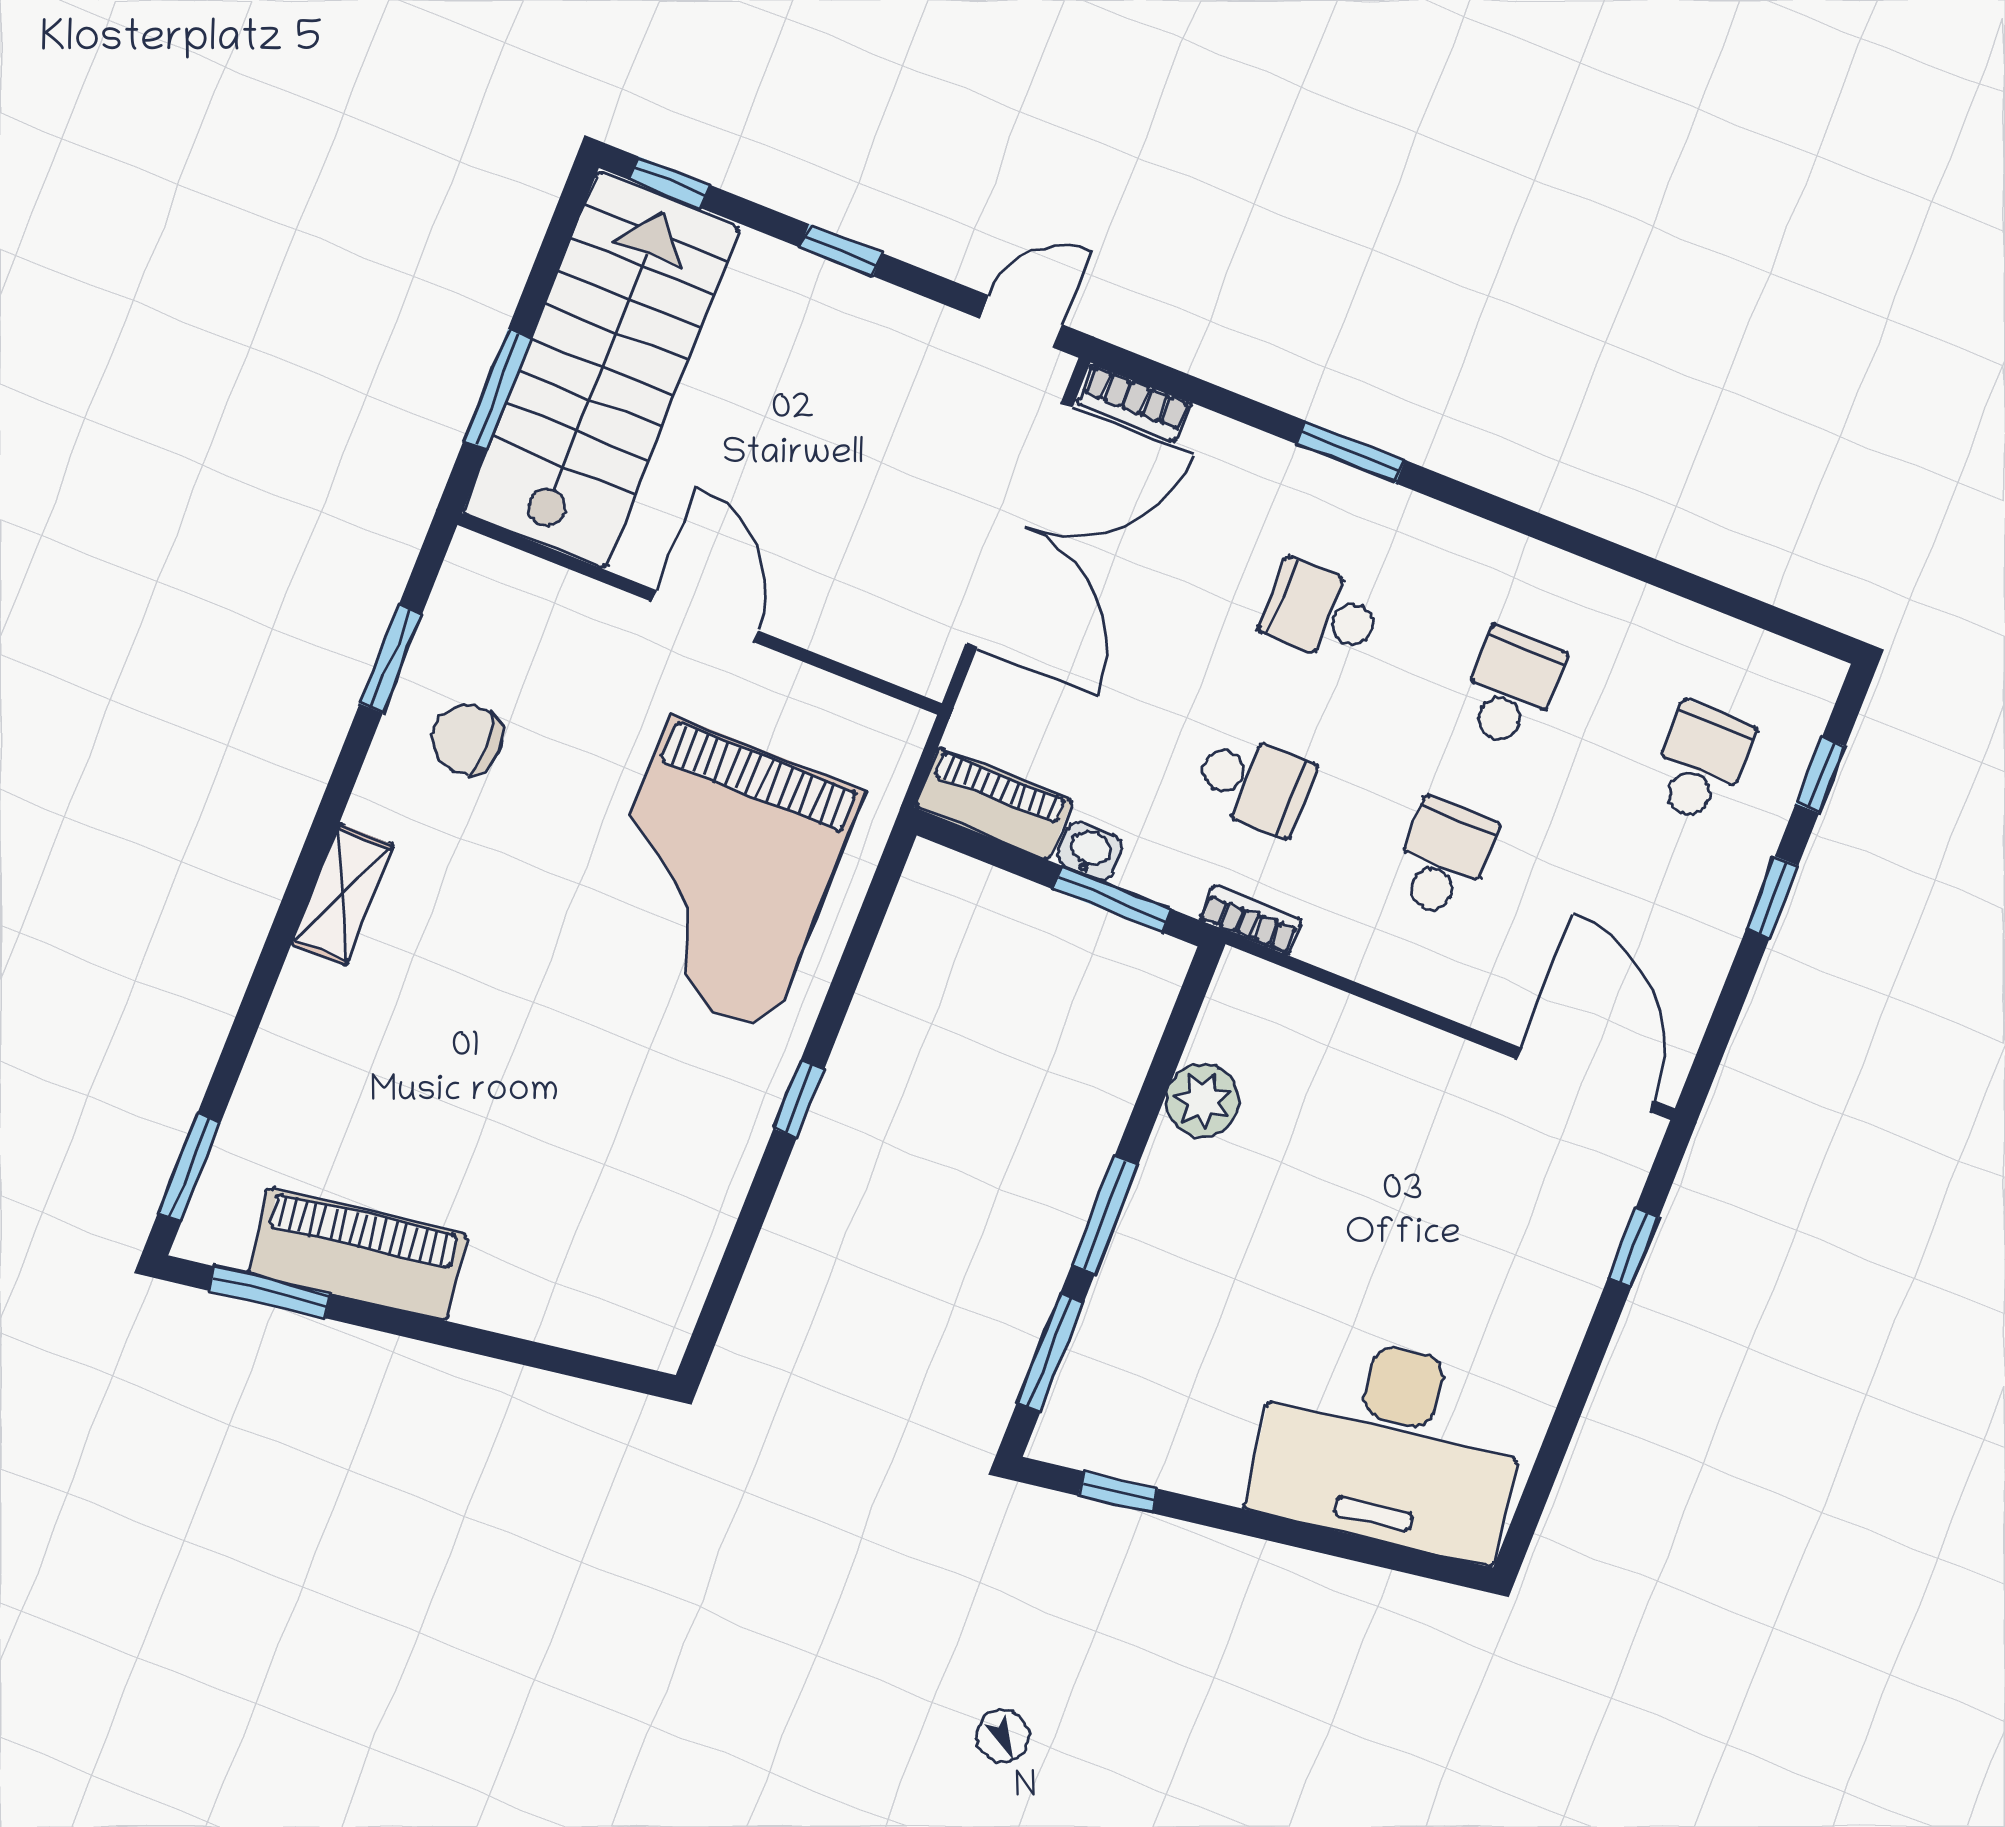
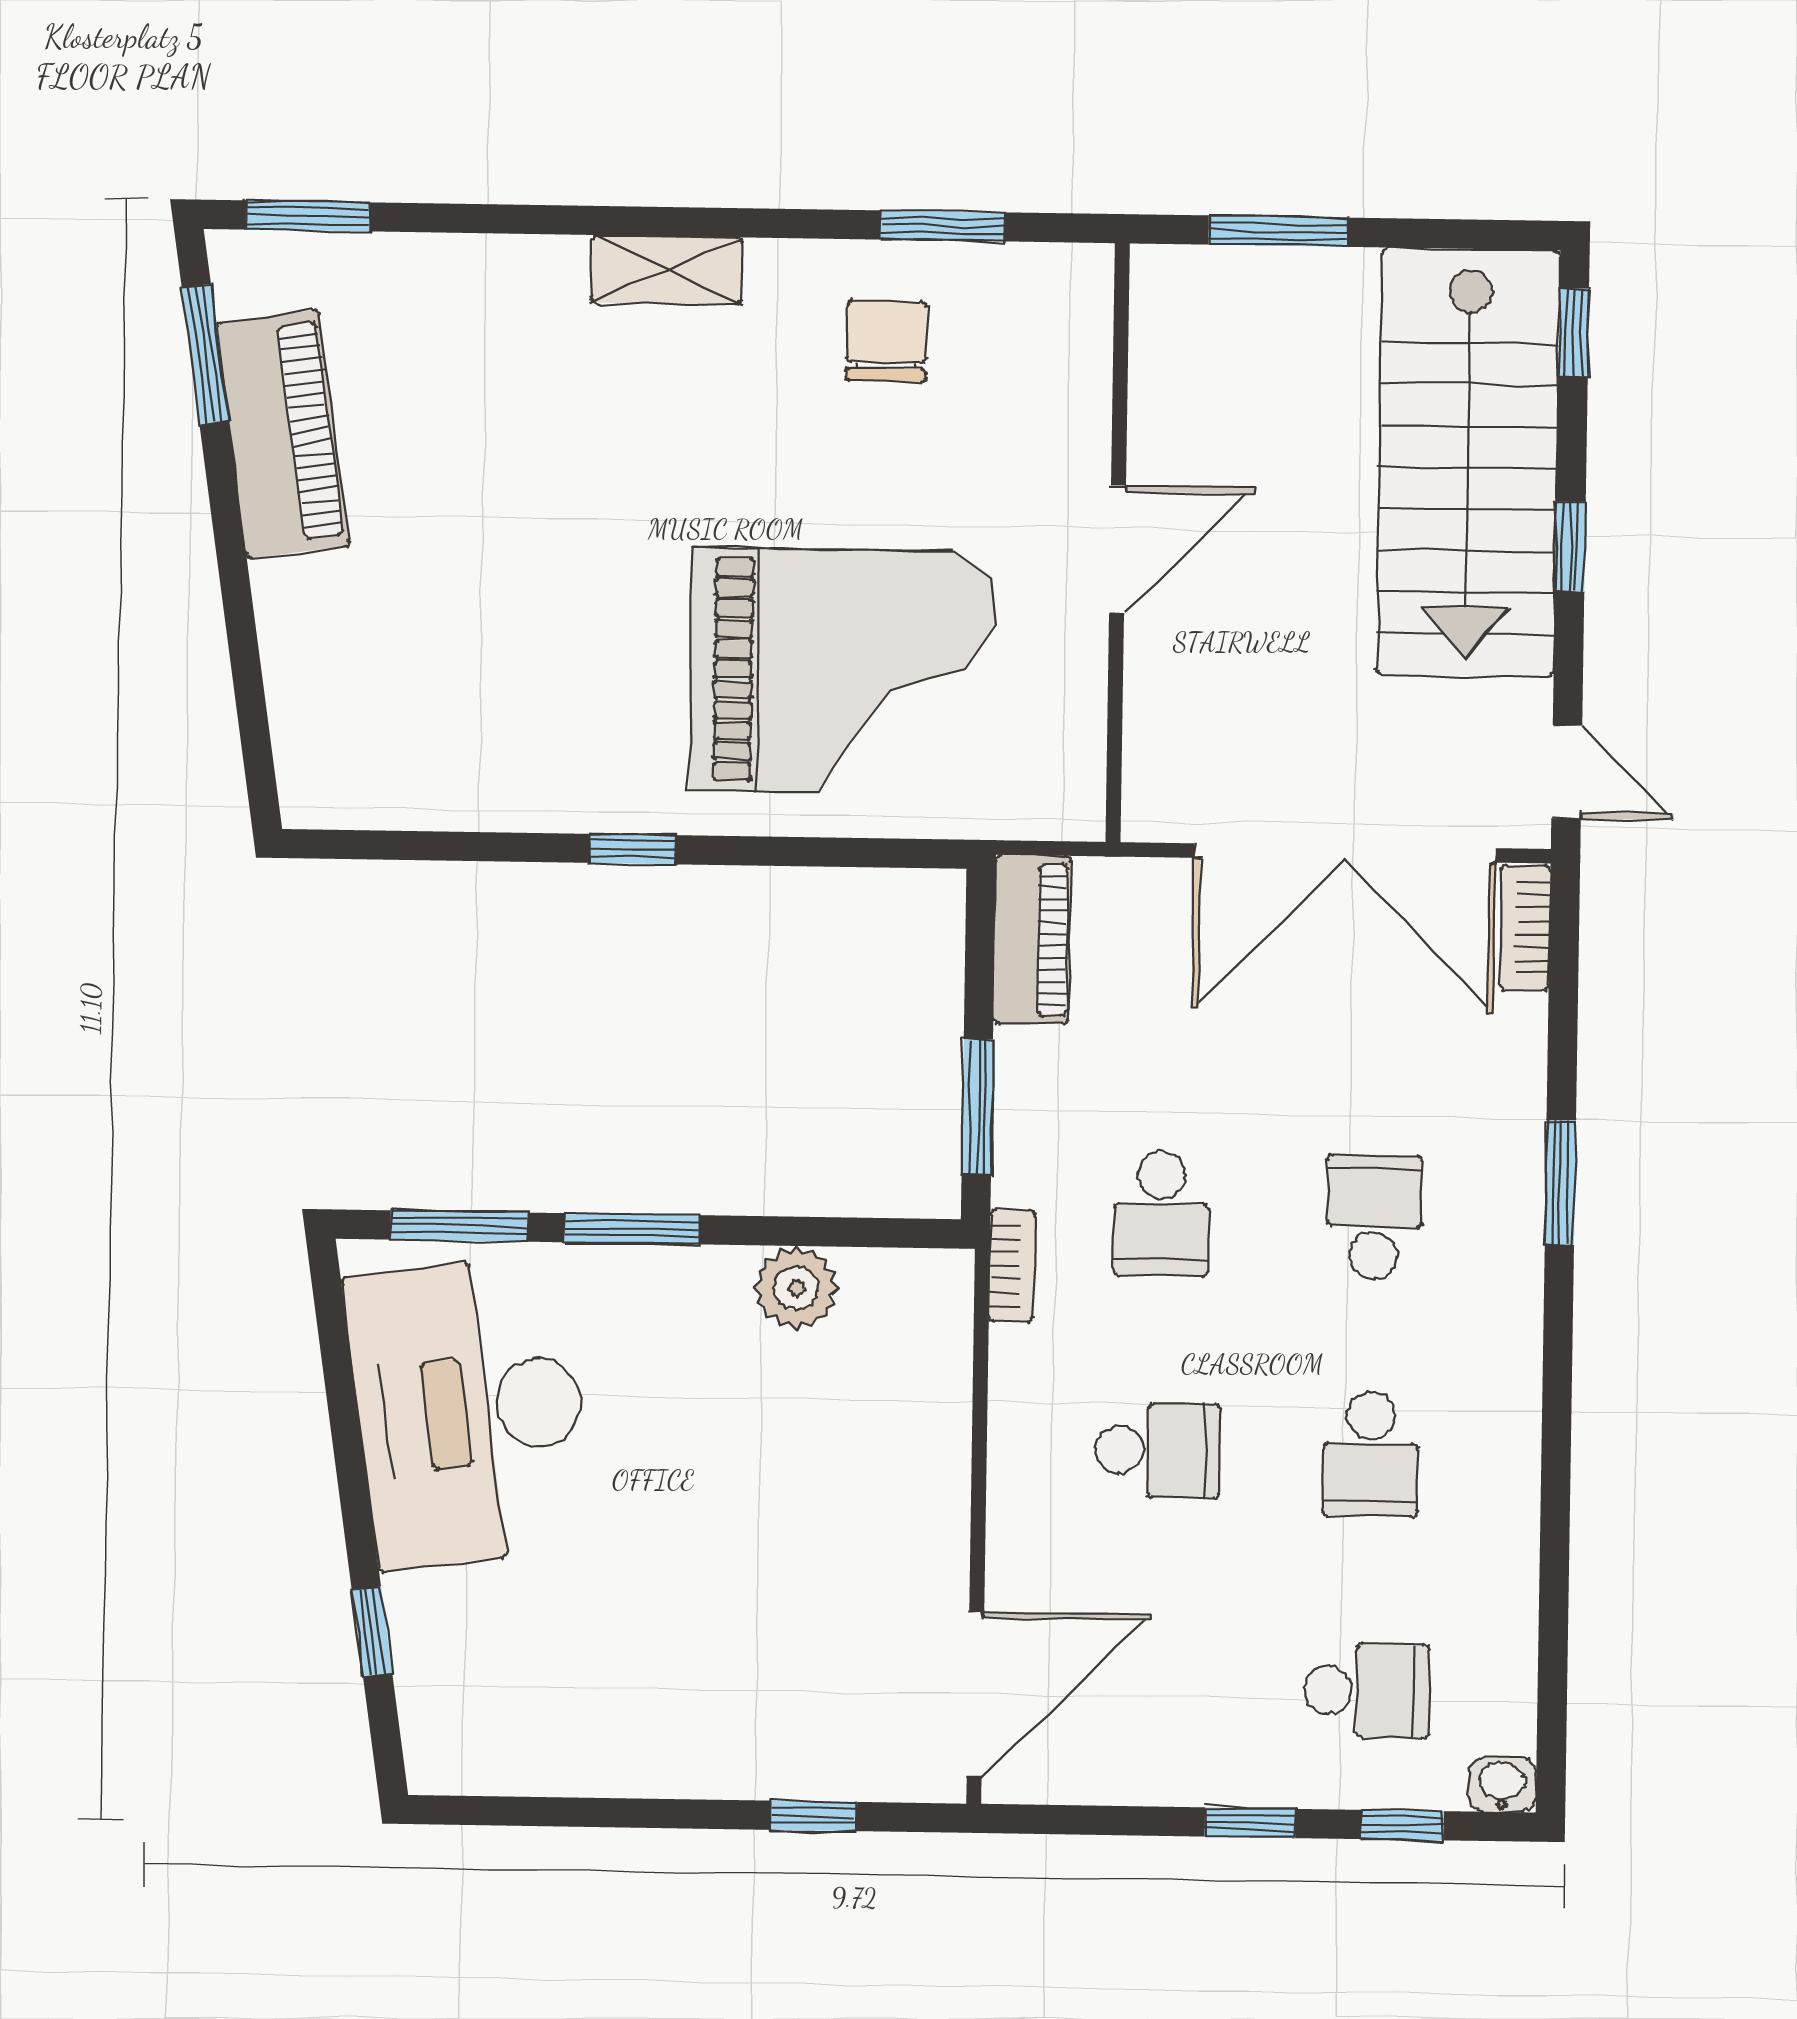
stairs: (601, 370) -> (1468, 462), moved, turned 90
school desk: (1511, 688) -> (1370, 1454), turned 90
washbasin: (1090, 851) -> (1502, 1784), moved, turned -90
grand piano: (720, 874) -> (843, 671), turned 180
desk: (1390, 1445) -> (470, 1411), moved
window: (1118, 1492) -> (372, 1632), moved

